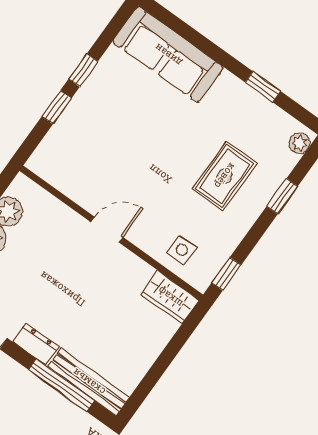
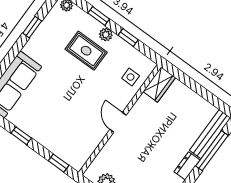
window: (57, 107) -> (59, 163), moved
plant: (251, 208) -> (106, 35), added
window: (226, 274) -> (128, 38), moved

